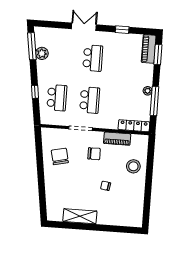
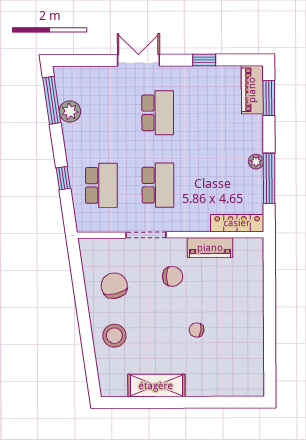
stool: (133, 166) -> (114, 336), moved

